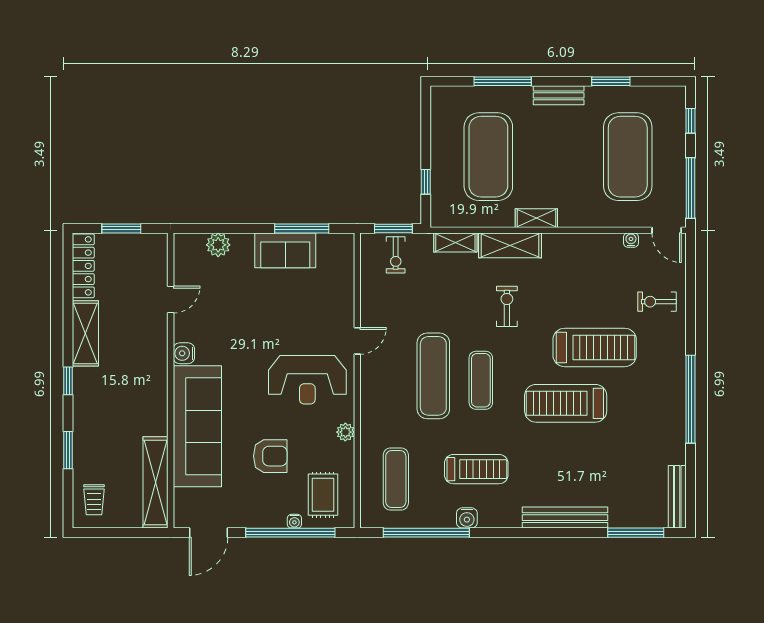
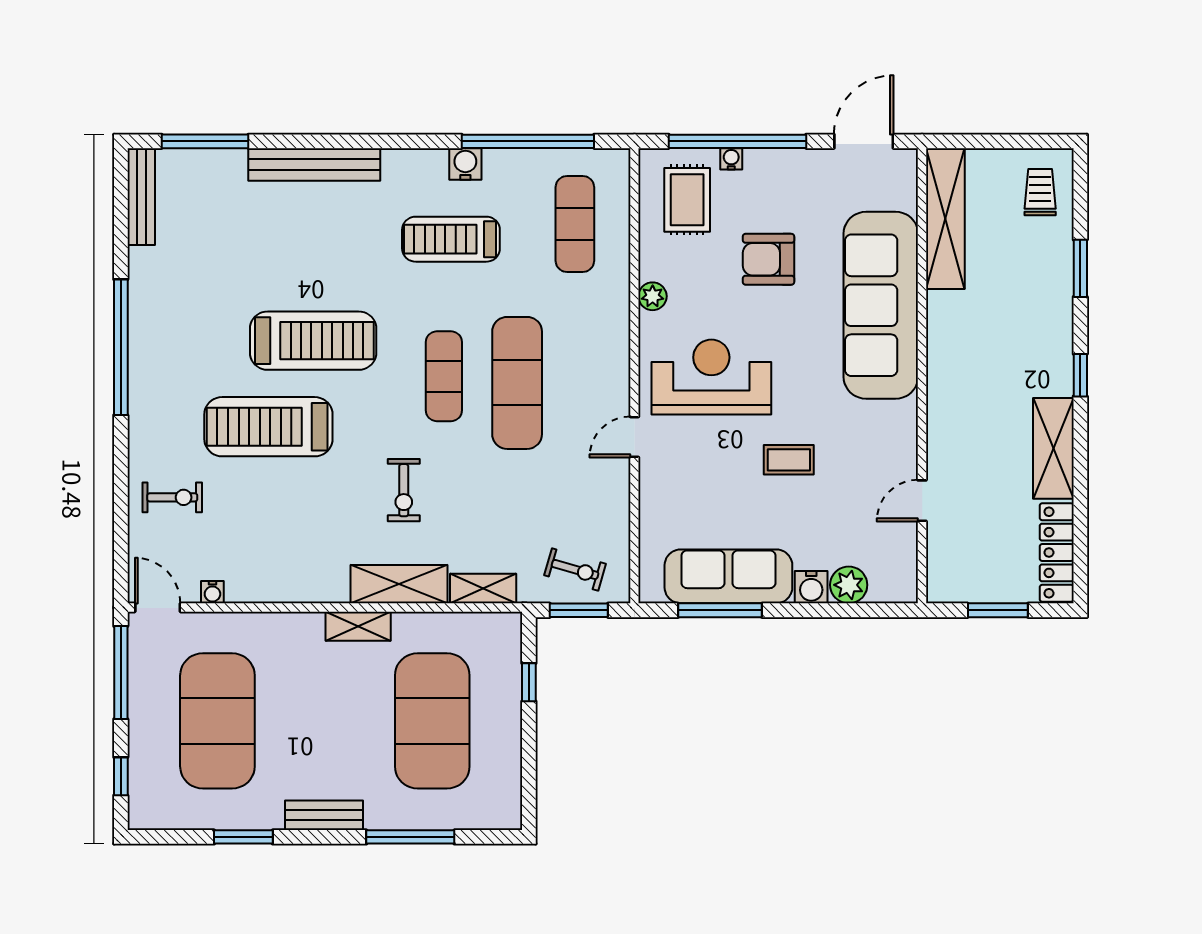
sofa: (285, 250) -> (728, 576), width x1.36
exercise bike: (396, 255) -> (575, 570), turned 106
coffee table: (257, 326) -> (789, 460), added
water cooler: (184, 353) -> (811, 587), moved, turned 90

